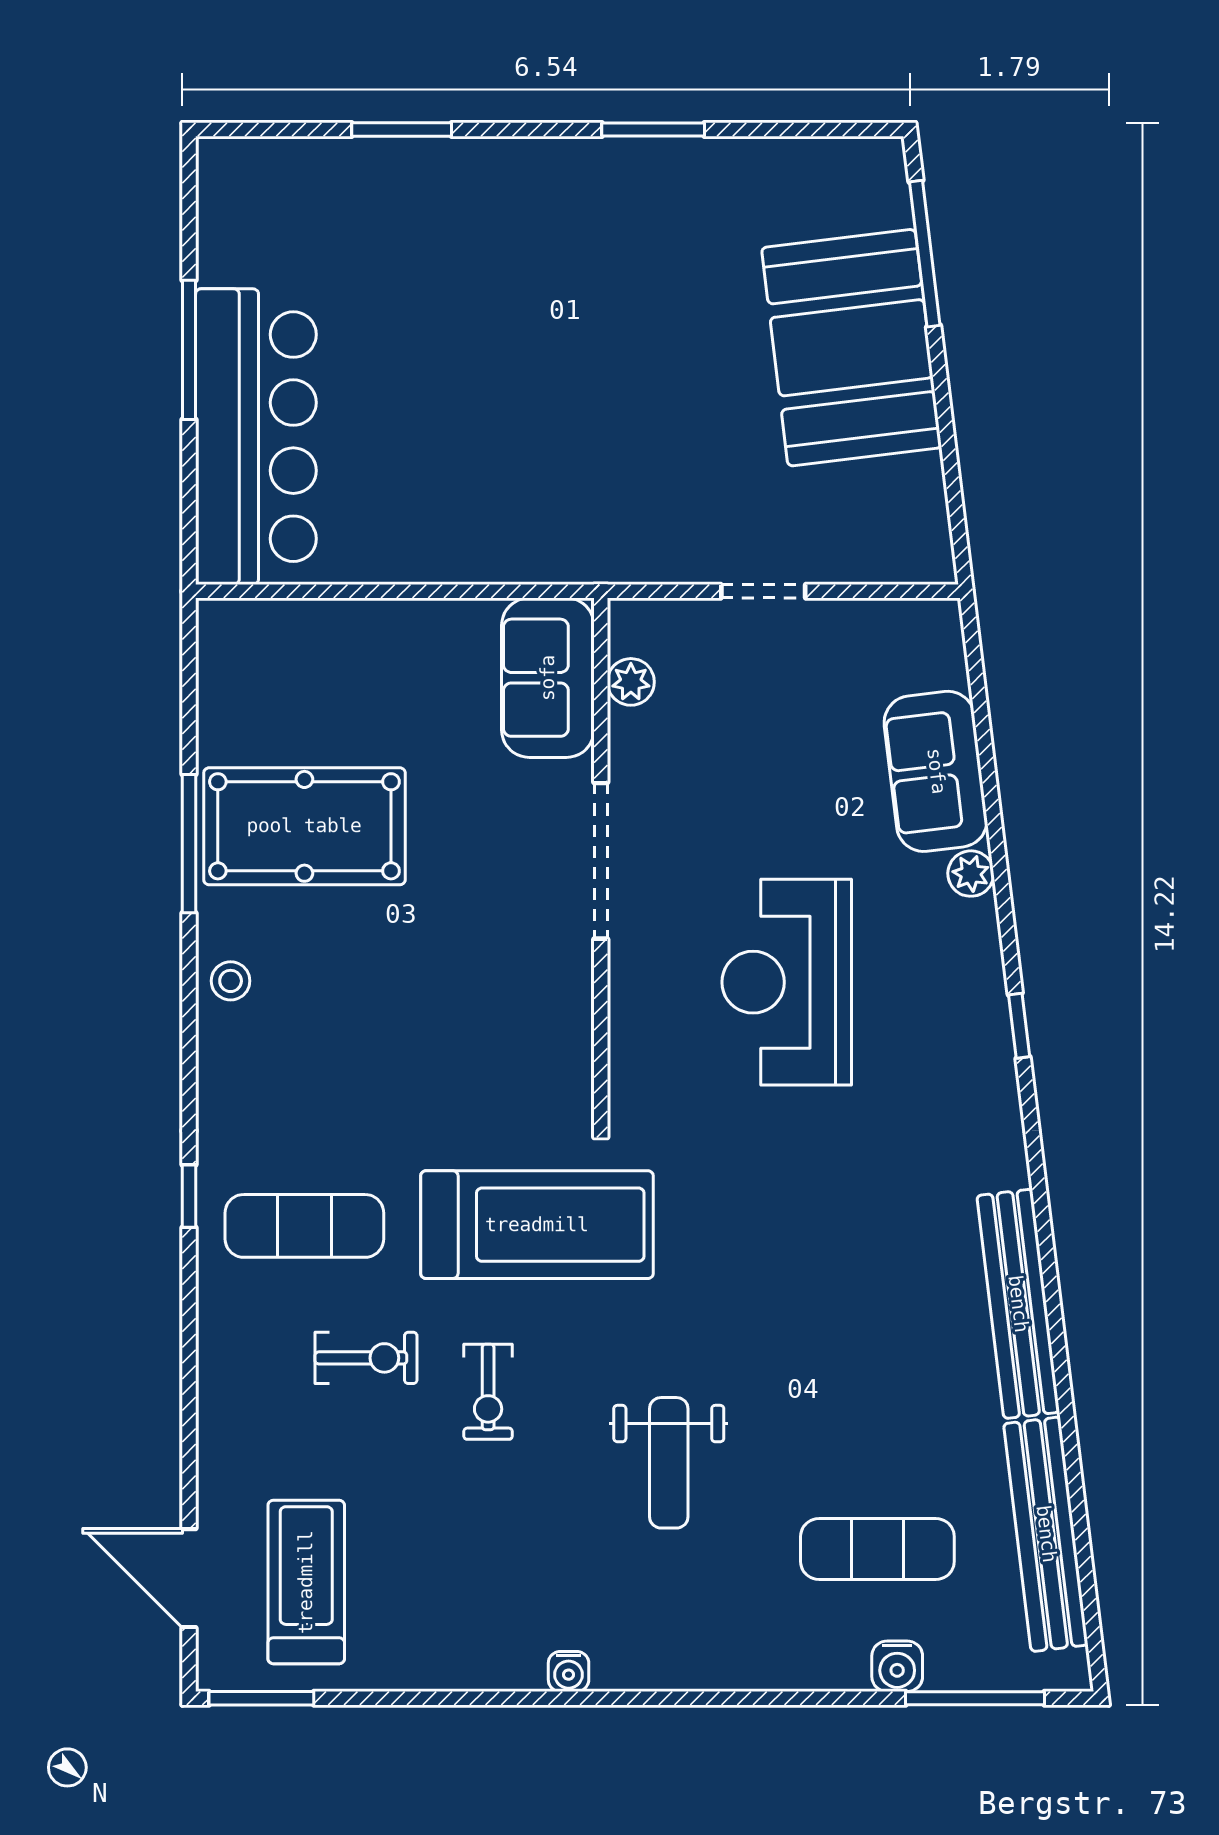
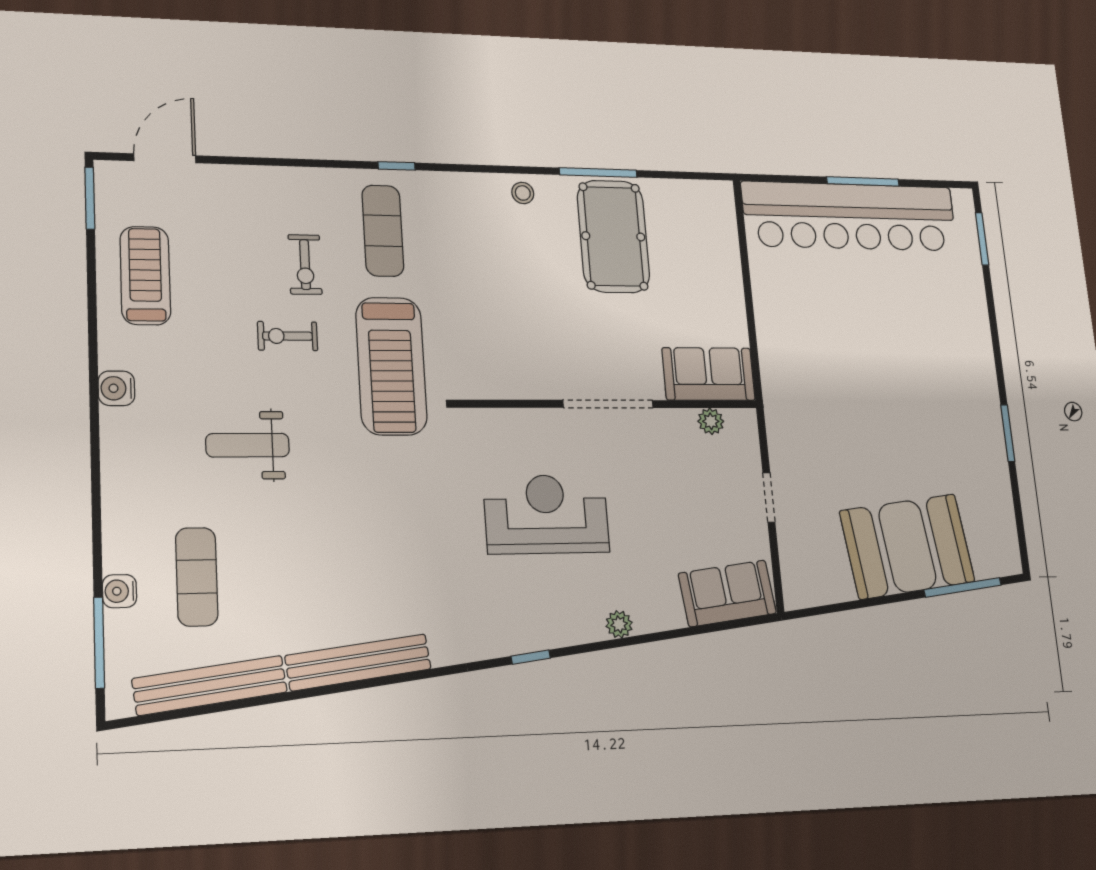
window: (402, 129) -> (982, 239), moved
bar counter: (256, 437) -> (850, 216), width x1.36
sofa: (936, 771) -> (727, 593), moved
treadmill: (306, 1582) -> (145, 276), moved, turned -90
water cooler: (569, 1671) -> (116, 388), width x1.38, depth x1.38

